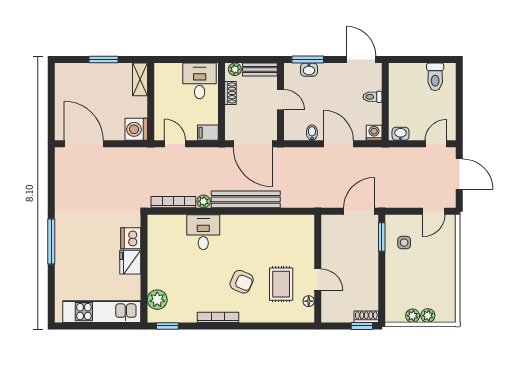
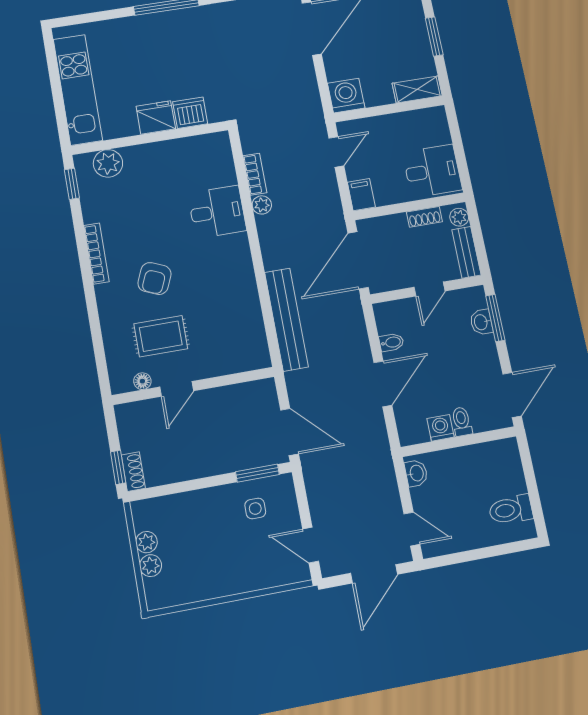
washing machine: (374, 133) -> (441, 428), moved, turned -90
bench: (246, 199) -> (286, 320), moved
bookcase: (173, 202) -> (255, 174), width x0.64

